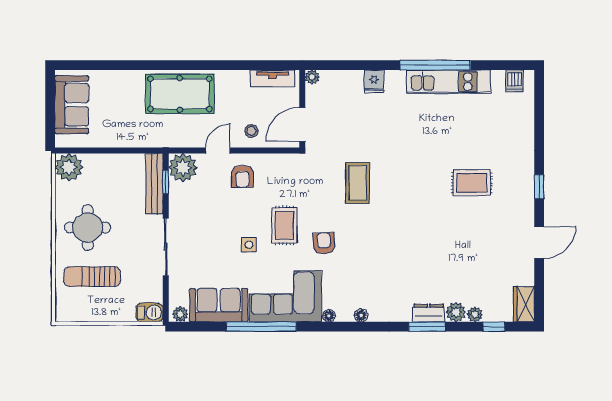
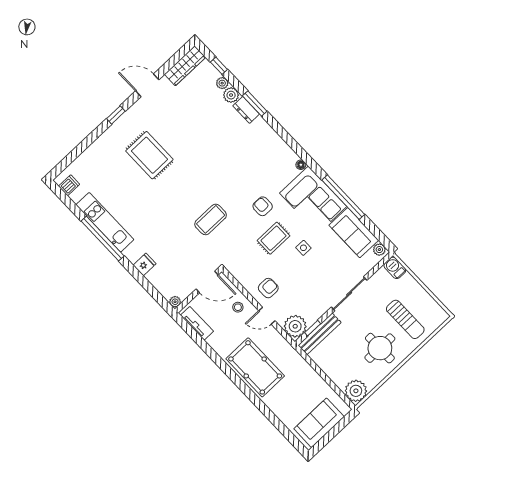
rug: (472, 183) -> (149, 155), width x1.36, depth x1.43
armchair: (324, 243) -> (263, 206), turned 93
wardrobe: (524, 304) -> (185, 66), width x1.50
floor lamp: (361, 315) -> (283, 147), removed

